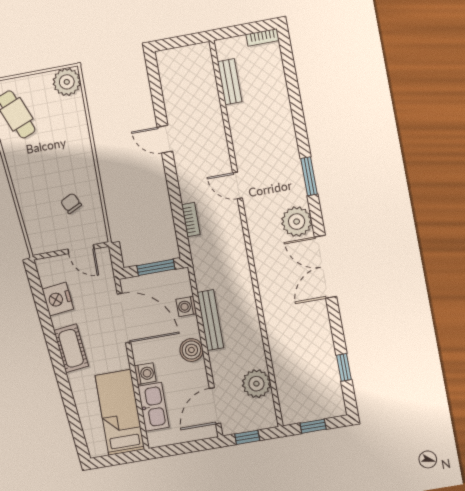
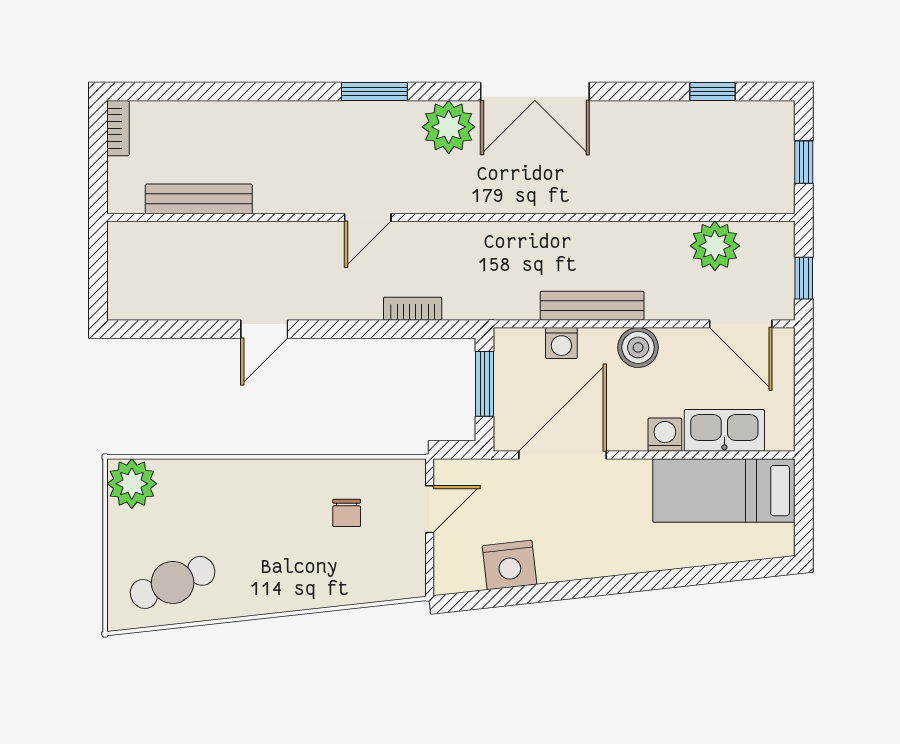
bench: (230, 82) -> (199, 199), width x1.36
chair: (71, 203) -> (347, 513), turned -64
cot: (71, 348) -> (599, 556), removed

